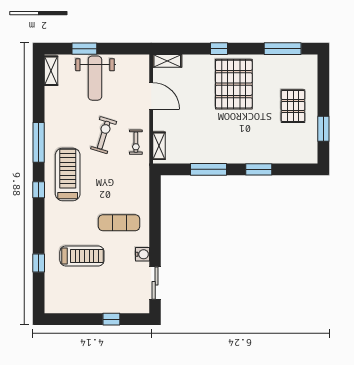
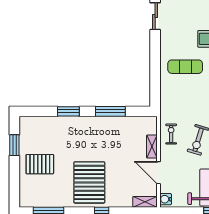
pallet: (293, 106) -> (40, 164), turned 90
shelving: (159, 146) -> (152, 147), moved
water cooler: (142, 254) -> (166, 199), moved

